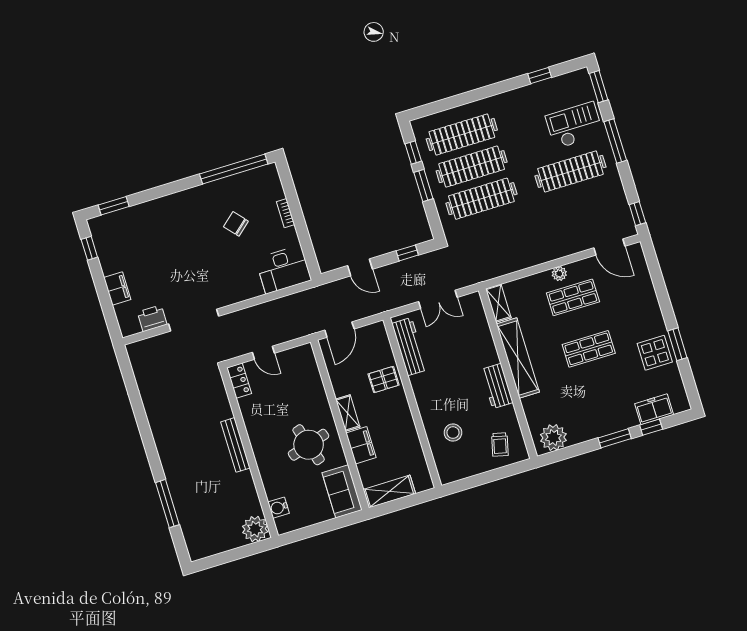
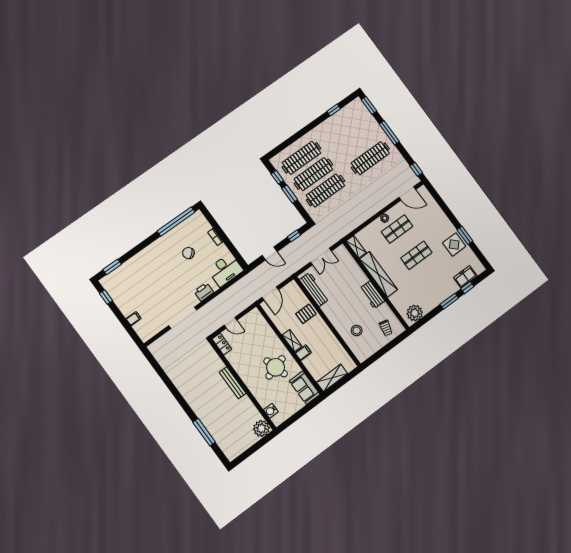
checkout: (574, 125) -> (363, 132), removed
filing cabinet: (117, 289) -> (133, 319), width x0.50
printer: (152, 318) -> (204, 292), moved
filing cabinet: (361, 445) -> (303, 353), width x0.50

